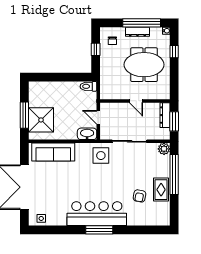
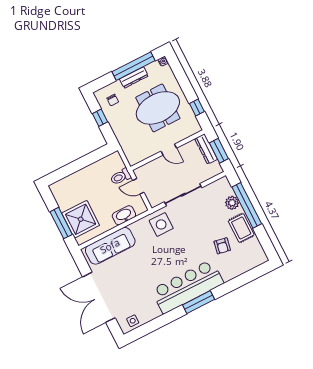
window: (174, 52) -> (197, 107), moved
toilet: (88, 86) -> (121, 177), moved
washbasin: (87, 134) -> (124, 215), moved
plant: (164, 149) -> (232, 203), moved

